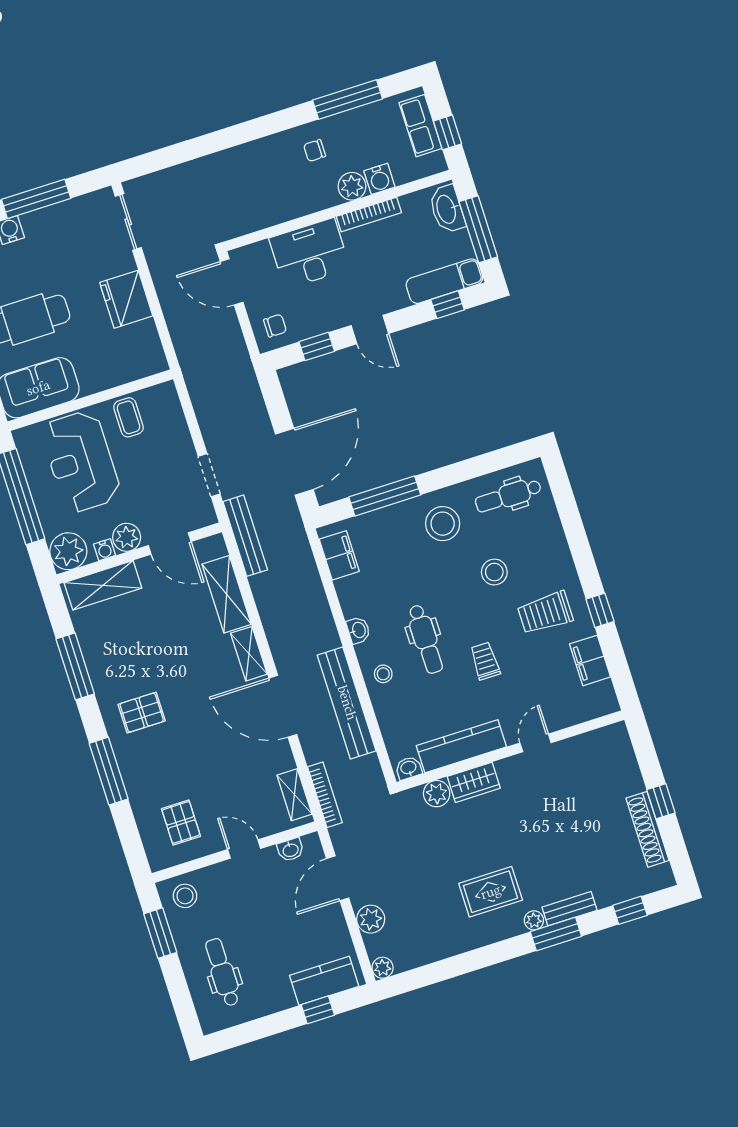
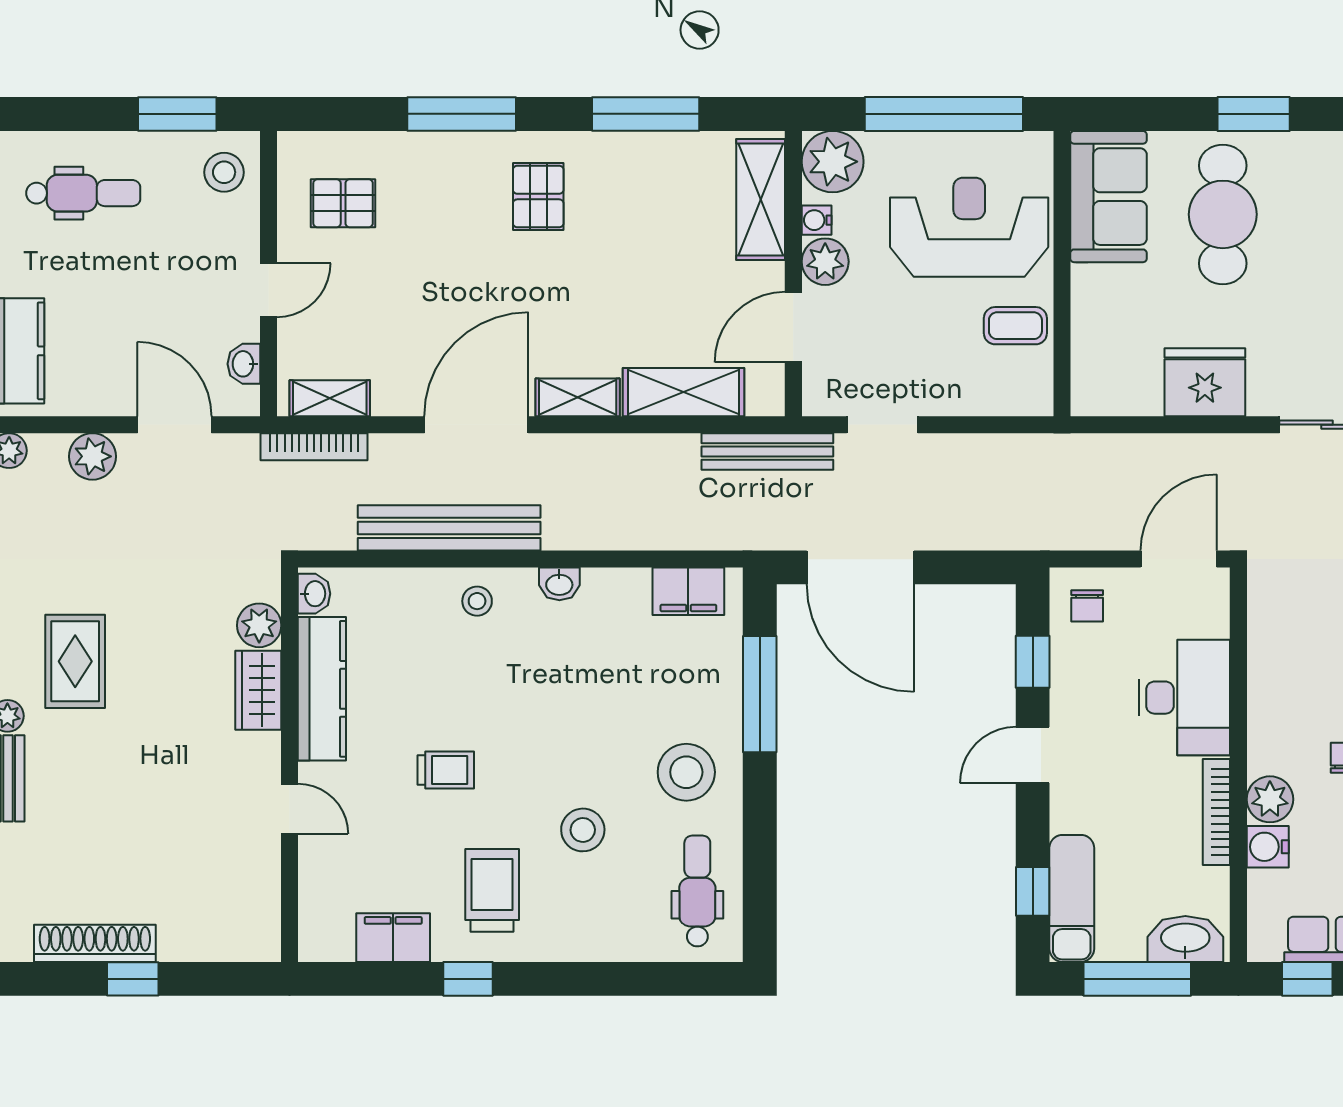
dental chair: (425, 639) -> (511, 686), removed

